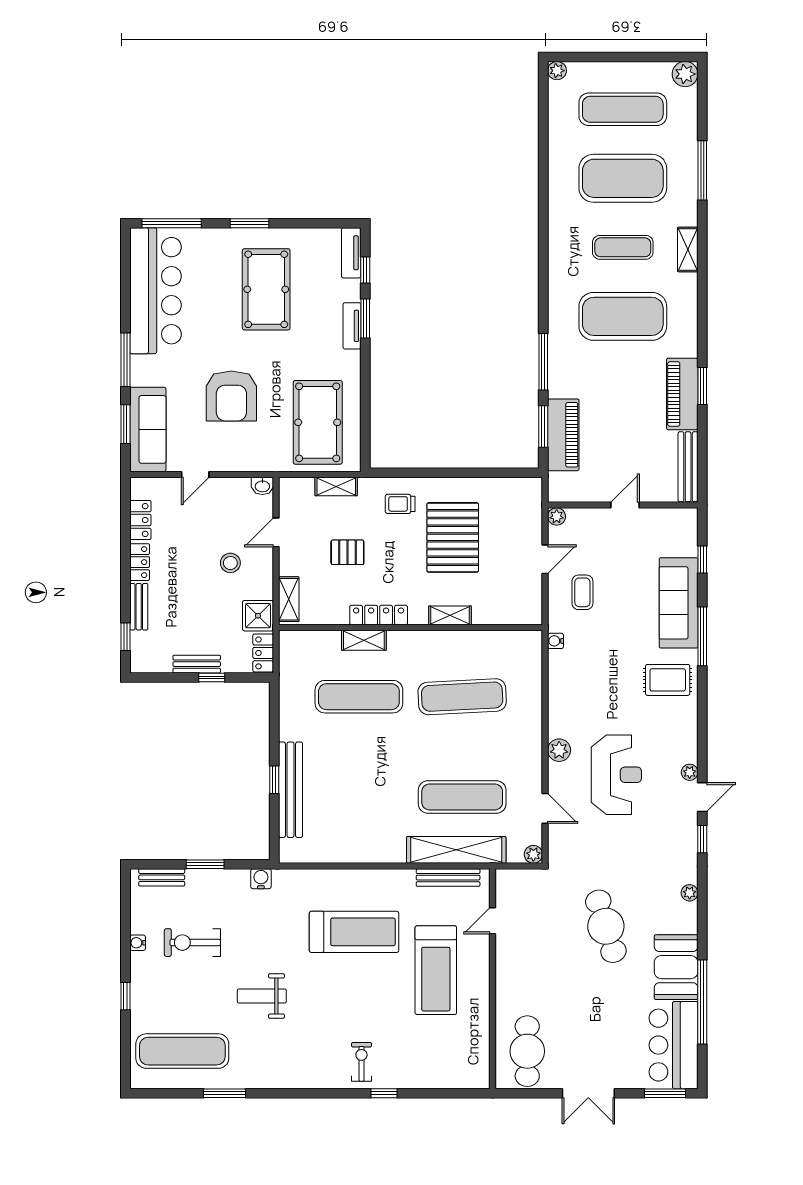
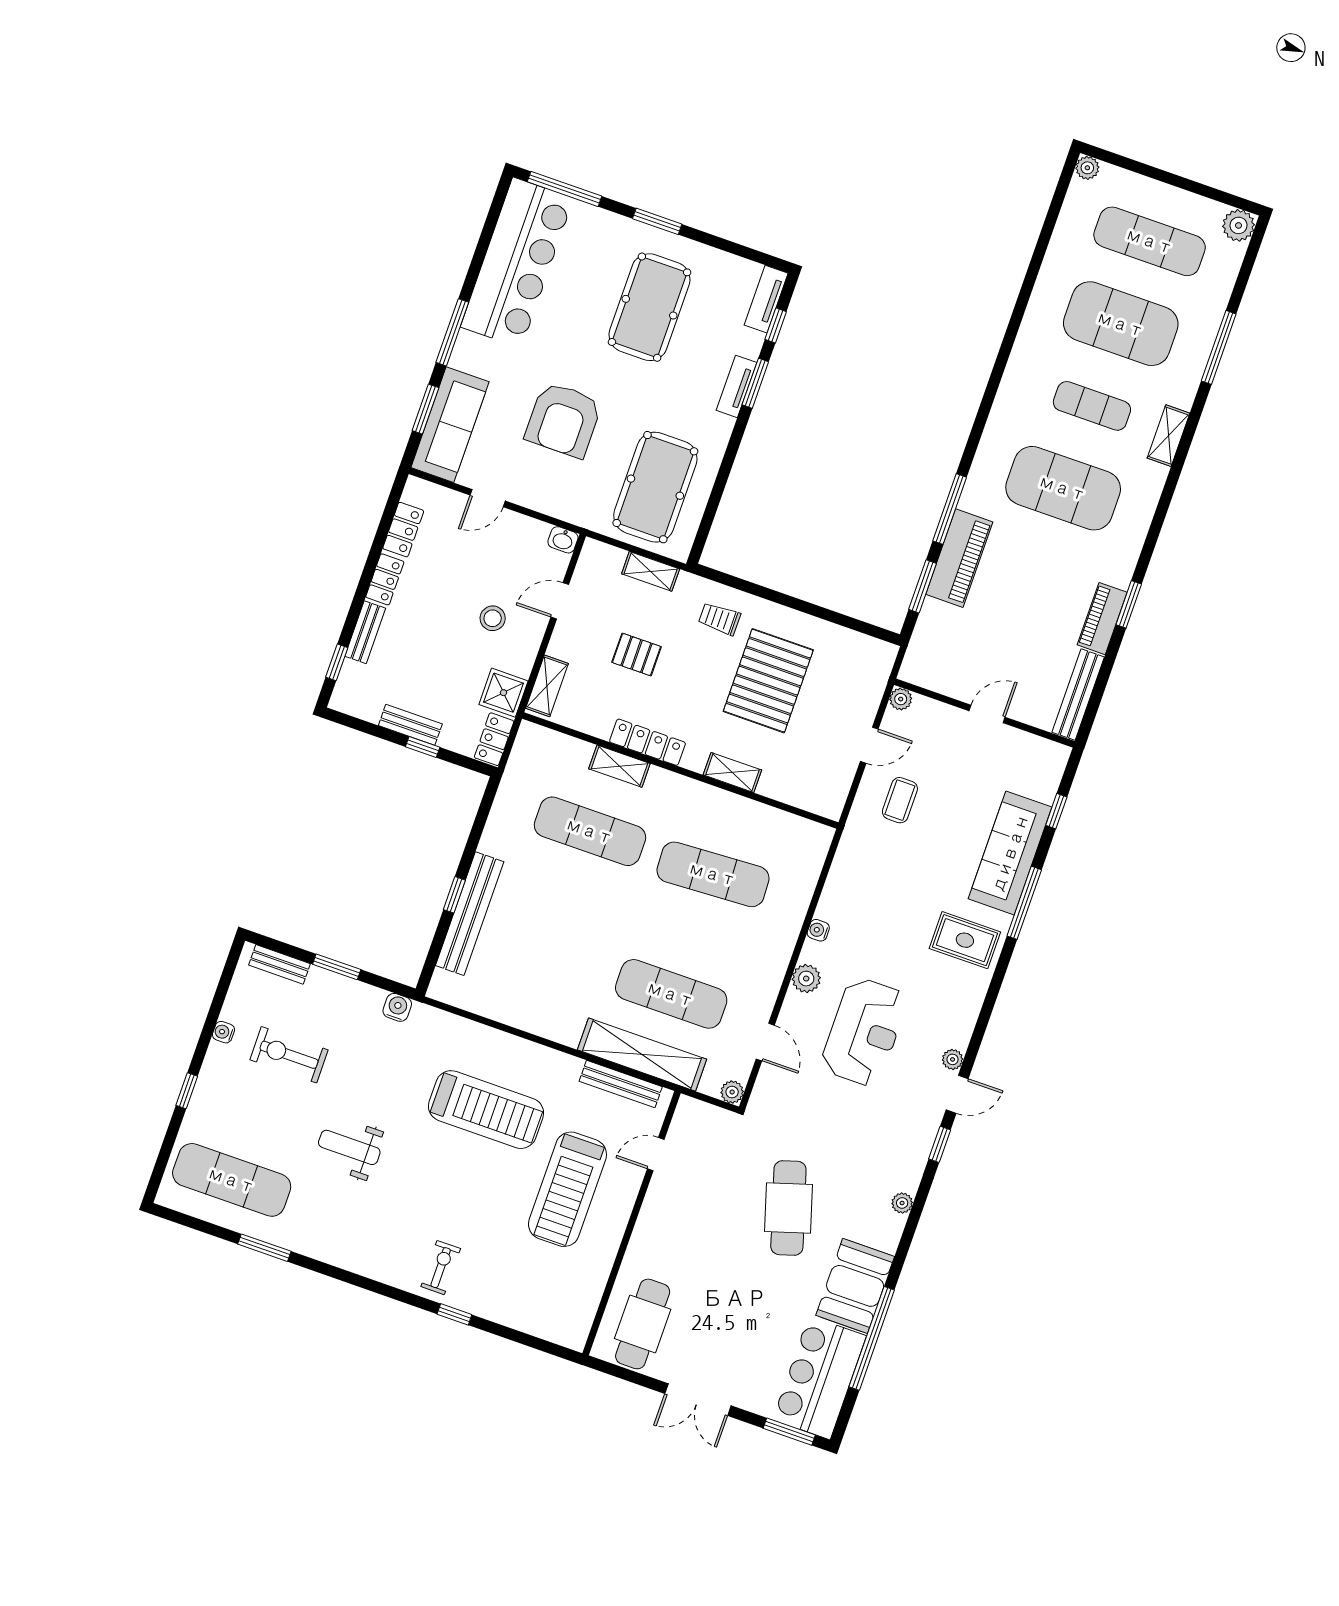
piano: (682, 394) -> (1102, 619), width x0.73, depth x0.75
piano: (563, 435) -> (959, 558), moved
water cooler: (556, 641) -> (818, 930), moved

